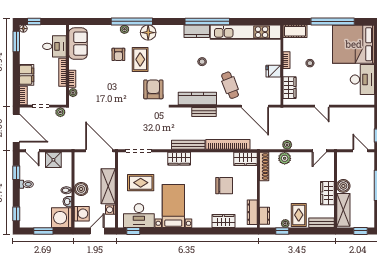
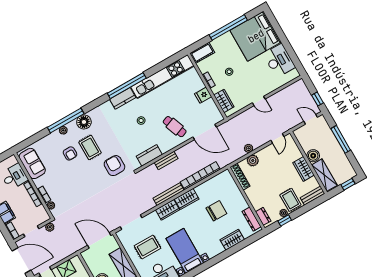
kitchen counter: (197, 98) -> (149, 155), width x0.67
wardrobe: (246, 159) -> (187, 199), moved

